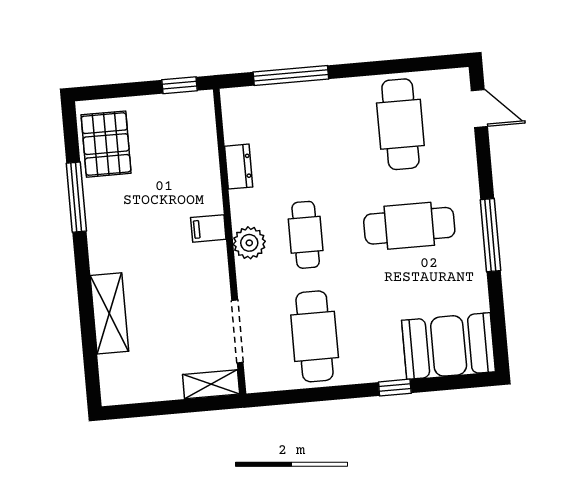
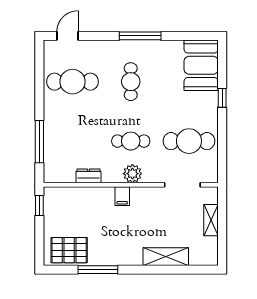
cafe table: (409, 226) -> (131, 82), width x0.73, depth x0.74
shelving: (211, 384) -> (211, 220), moved

